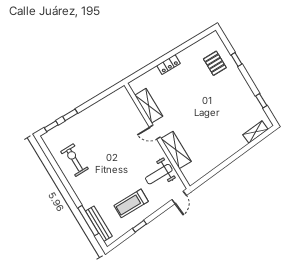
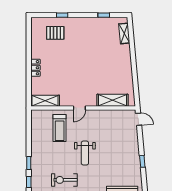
shelving: (149, 106) -> (45, 101), moved
shelving: (176, 150) -> (113, 100), moved
weight bench: (159, 174) -> (85, 153), moved
treadmill: (131, 203) -> (60, 128), moved

